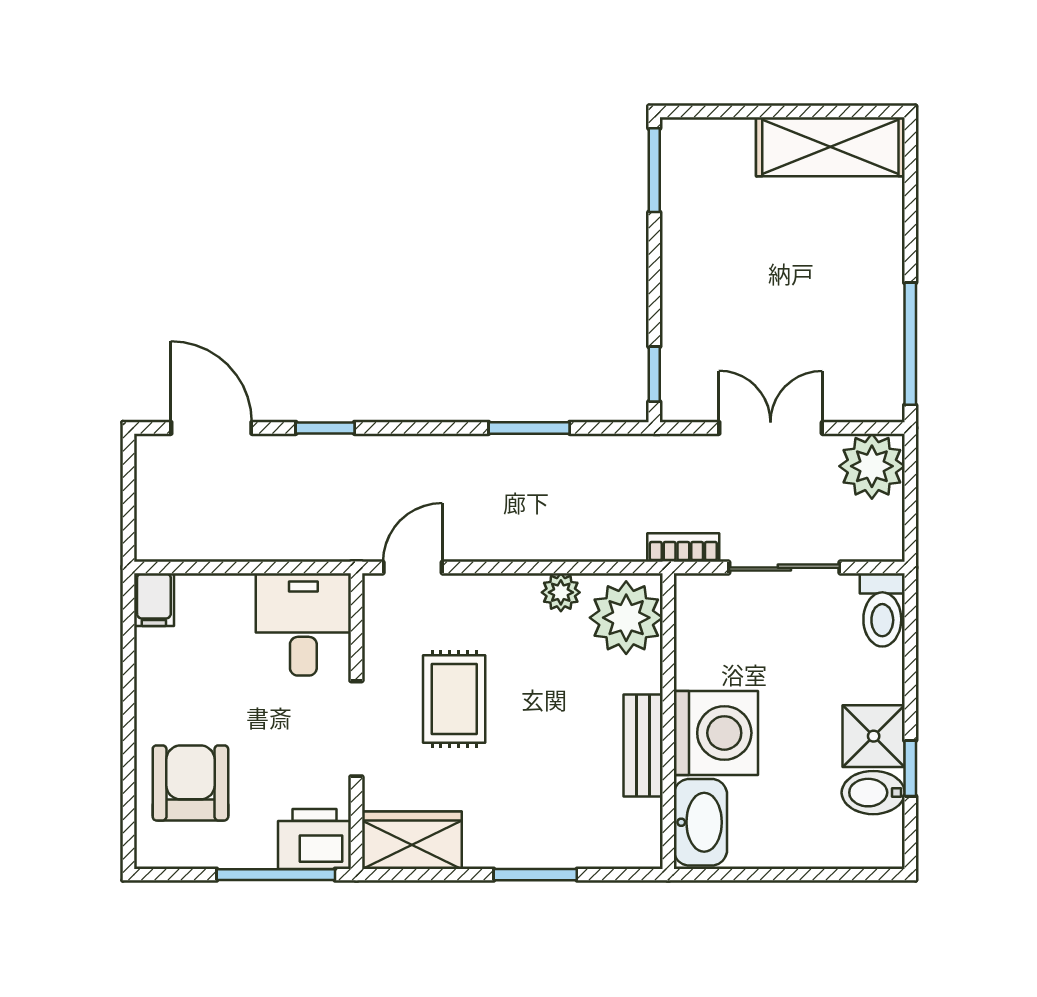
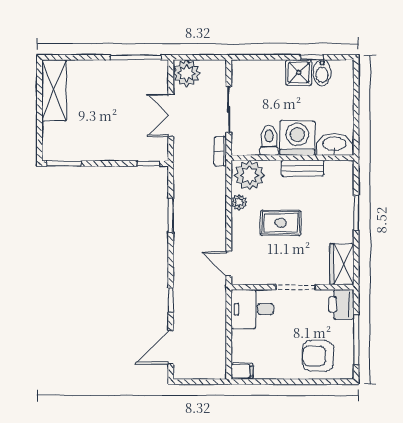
toilet: (882, 610) -> (269, 140), moved, turned -90
rug: (454, 699) -> (281, 223), moved
window: (276, 875) -> (356, 340), moved

